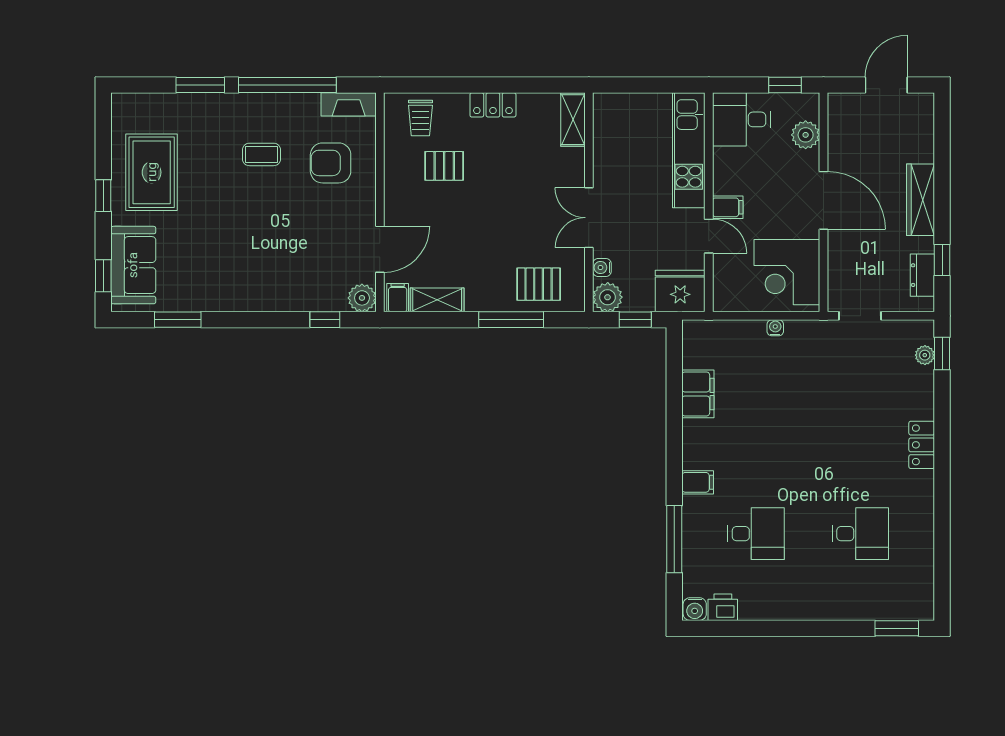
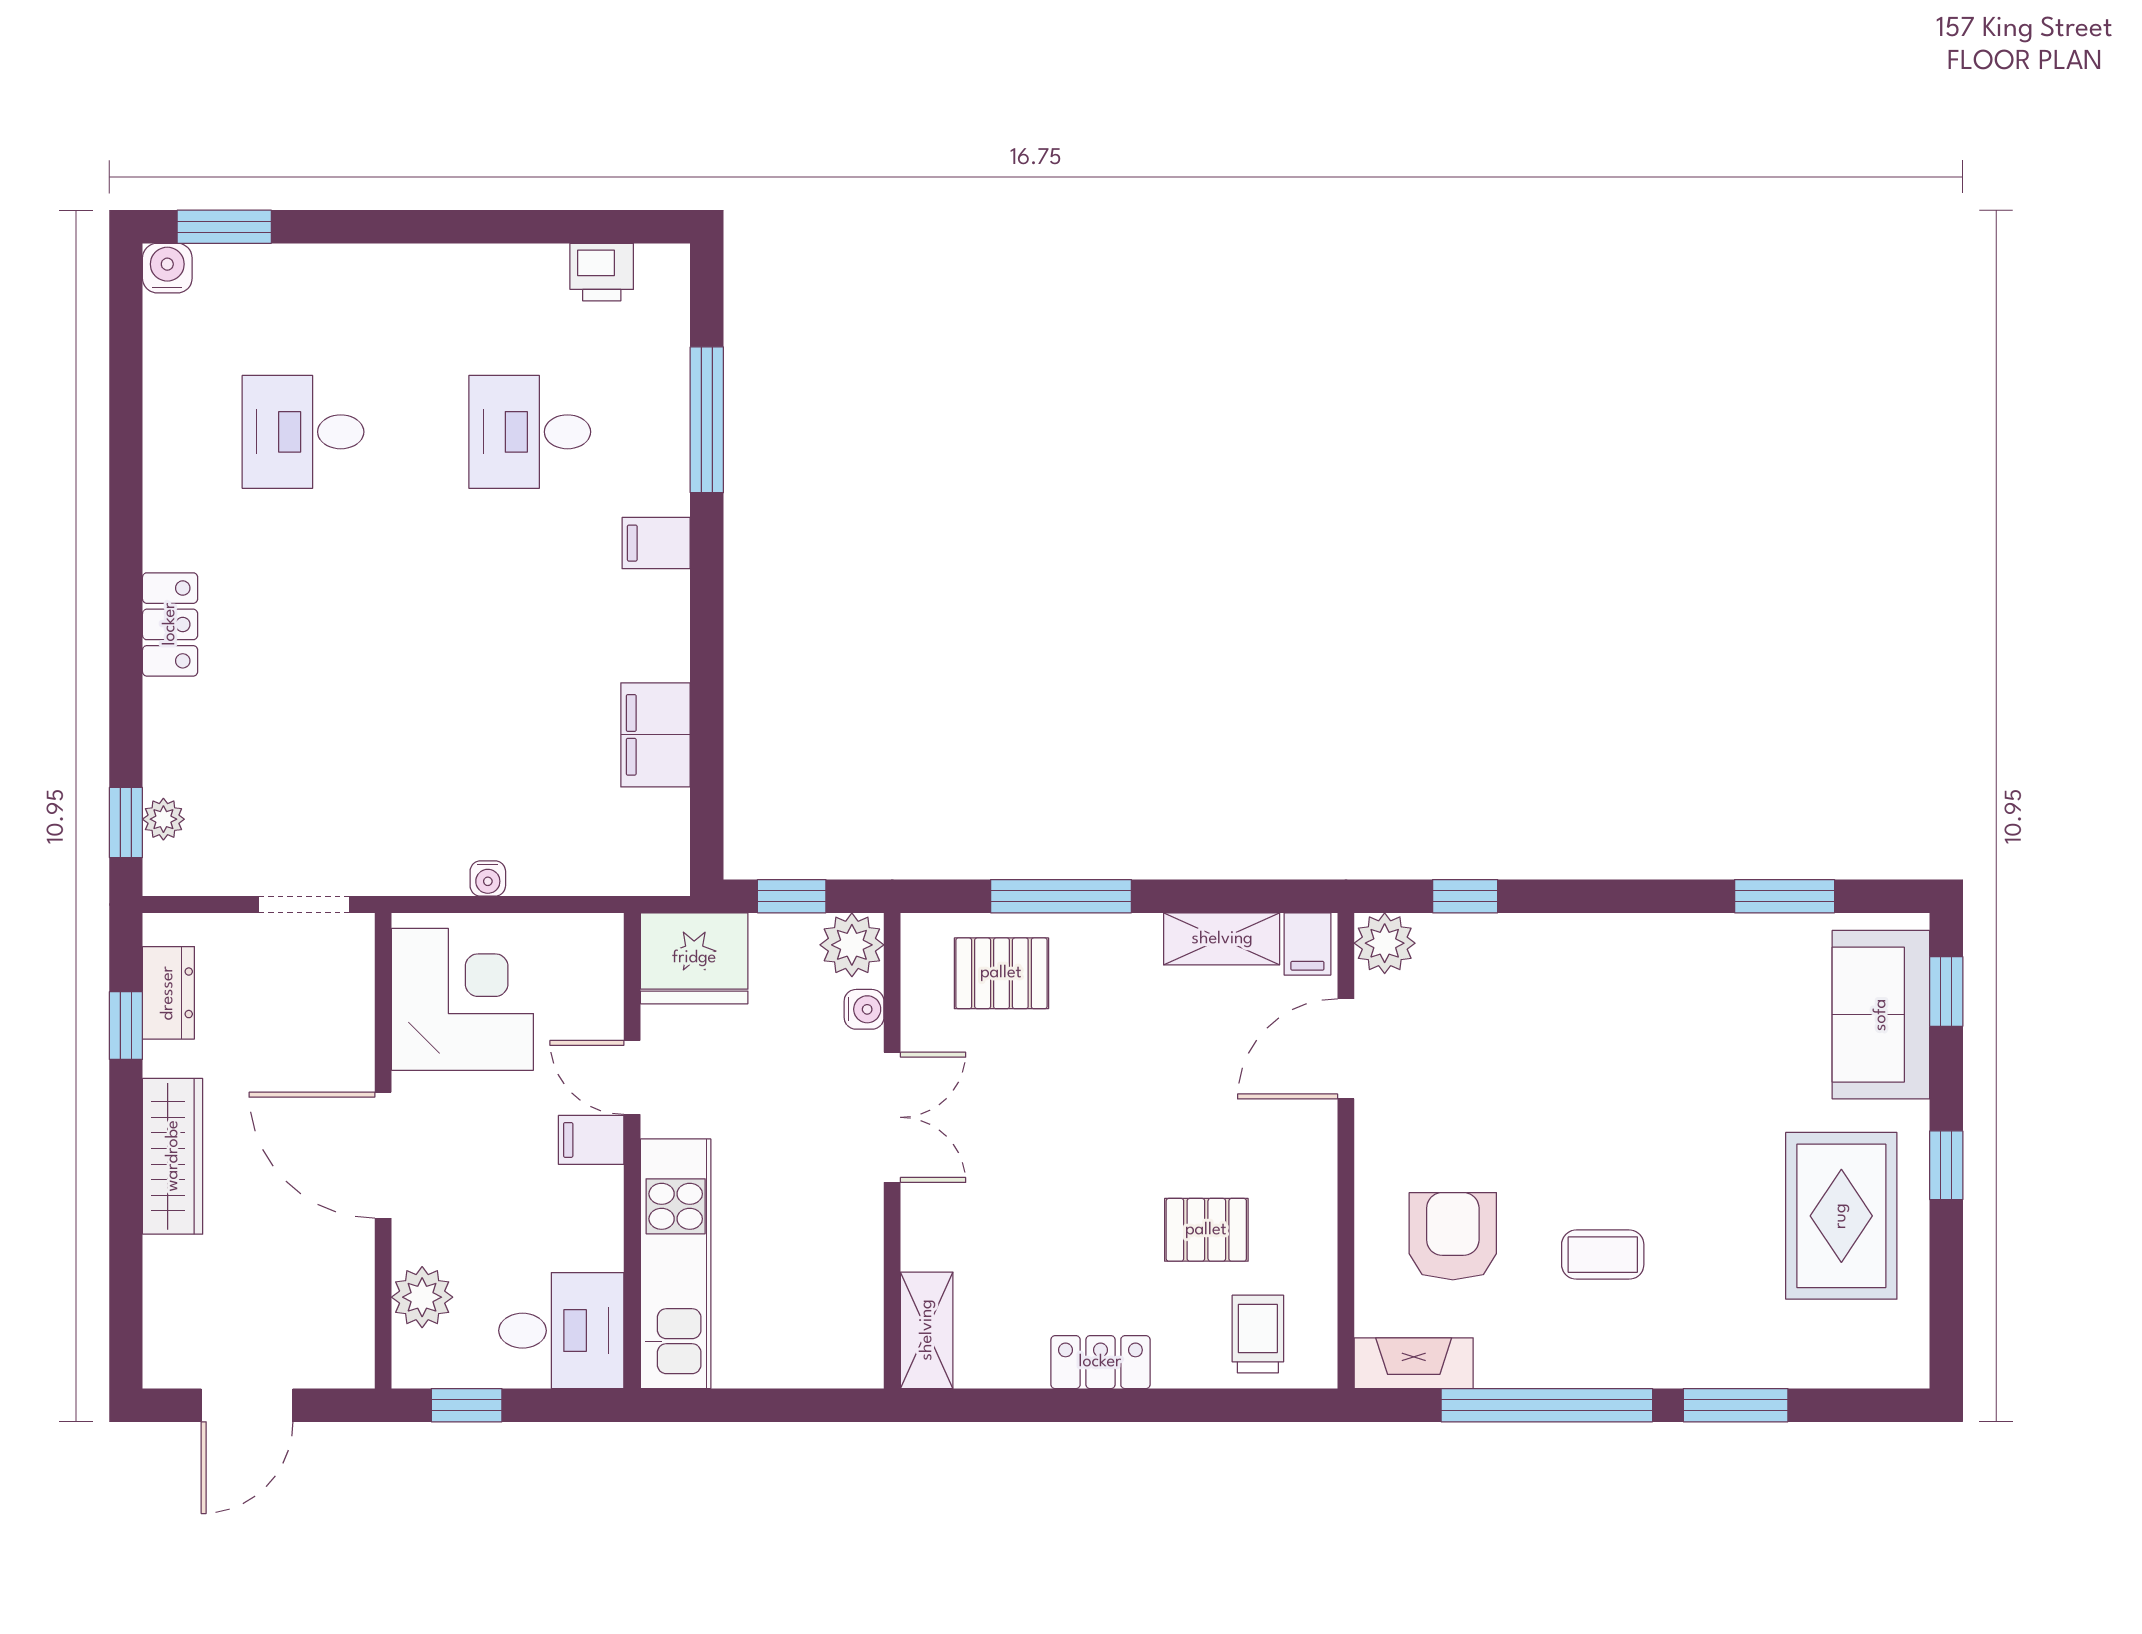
armchair: (331, 163) -> (1453, 1236), turned -90
water cooler: (695, 609) -> (167, 268), moved

